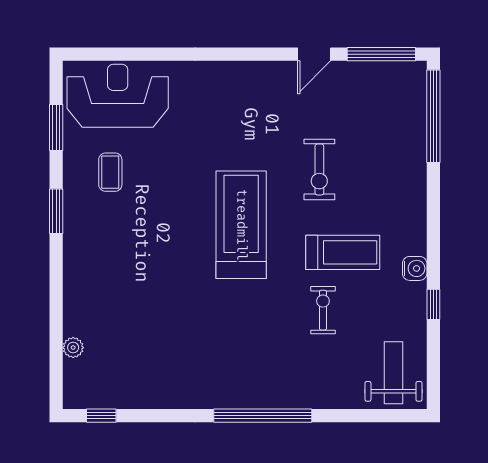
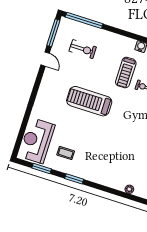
exercise bike: (319, 170) -> (83, 49), moved
treadmill: (241, 225) -> (89, 101), moved
treadmill: (343, 252) -> (126, 73), turned 180

